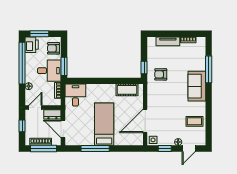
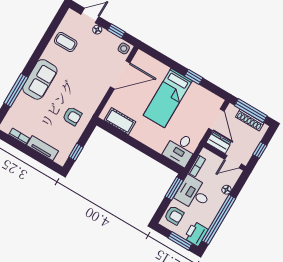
window: (144, 68) -> (76, 152), moved
window: (95, 149) -> (194, 77), width x0.46

